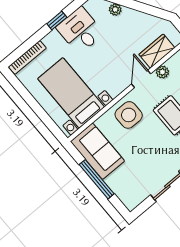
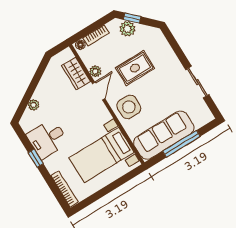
door: (141, 79) -> (99, 91), swing flipped
sofa: (97, 151) -> (164, 135), width x1.36

